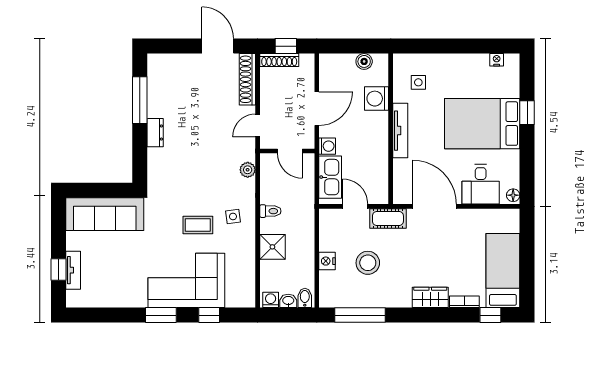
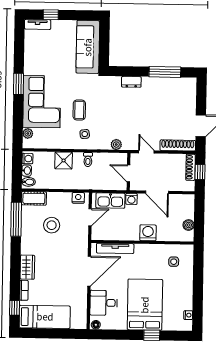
washing machine: (377, 99) -> (148, 233), moved
tv unit: (400, 131) -> (115, 248), moved
dresser: (155, 133) -> (131, 82), moved
door: (290, 151) -> (129, 173), hinge flipped
cot: (388, 219) -> (34, 198), moved, turned 90
nightstand: (327, 261) -> (78, 198), moved
tv unit: (73, 270) -> (38, 24), moved
plant: (234, 300) -> (28, 133), added
window: (209, 315) -> (18, 117), removed

